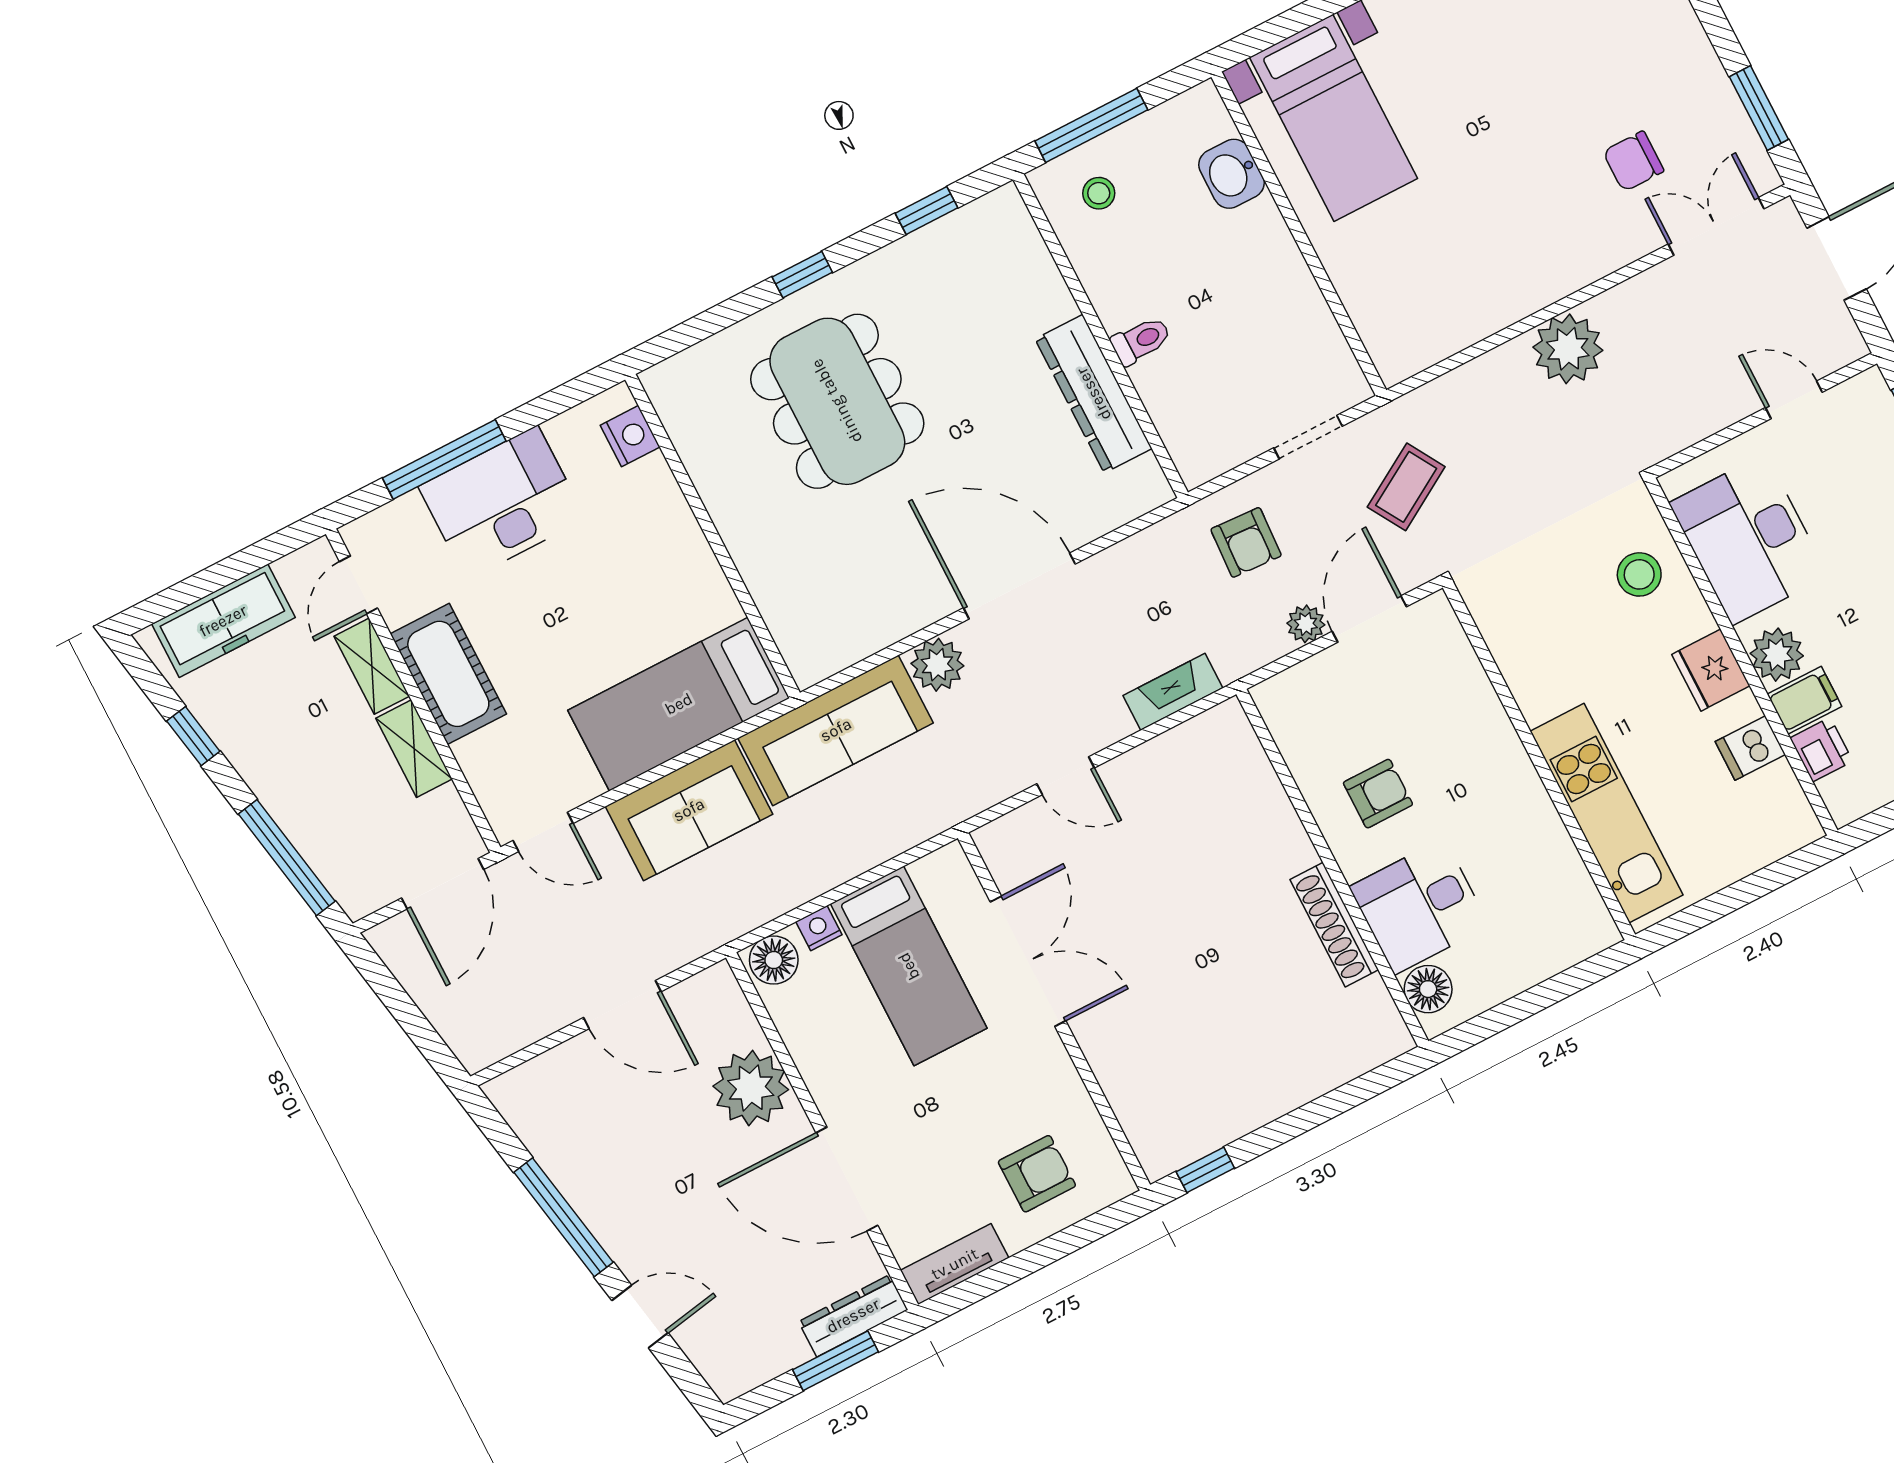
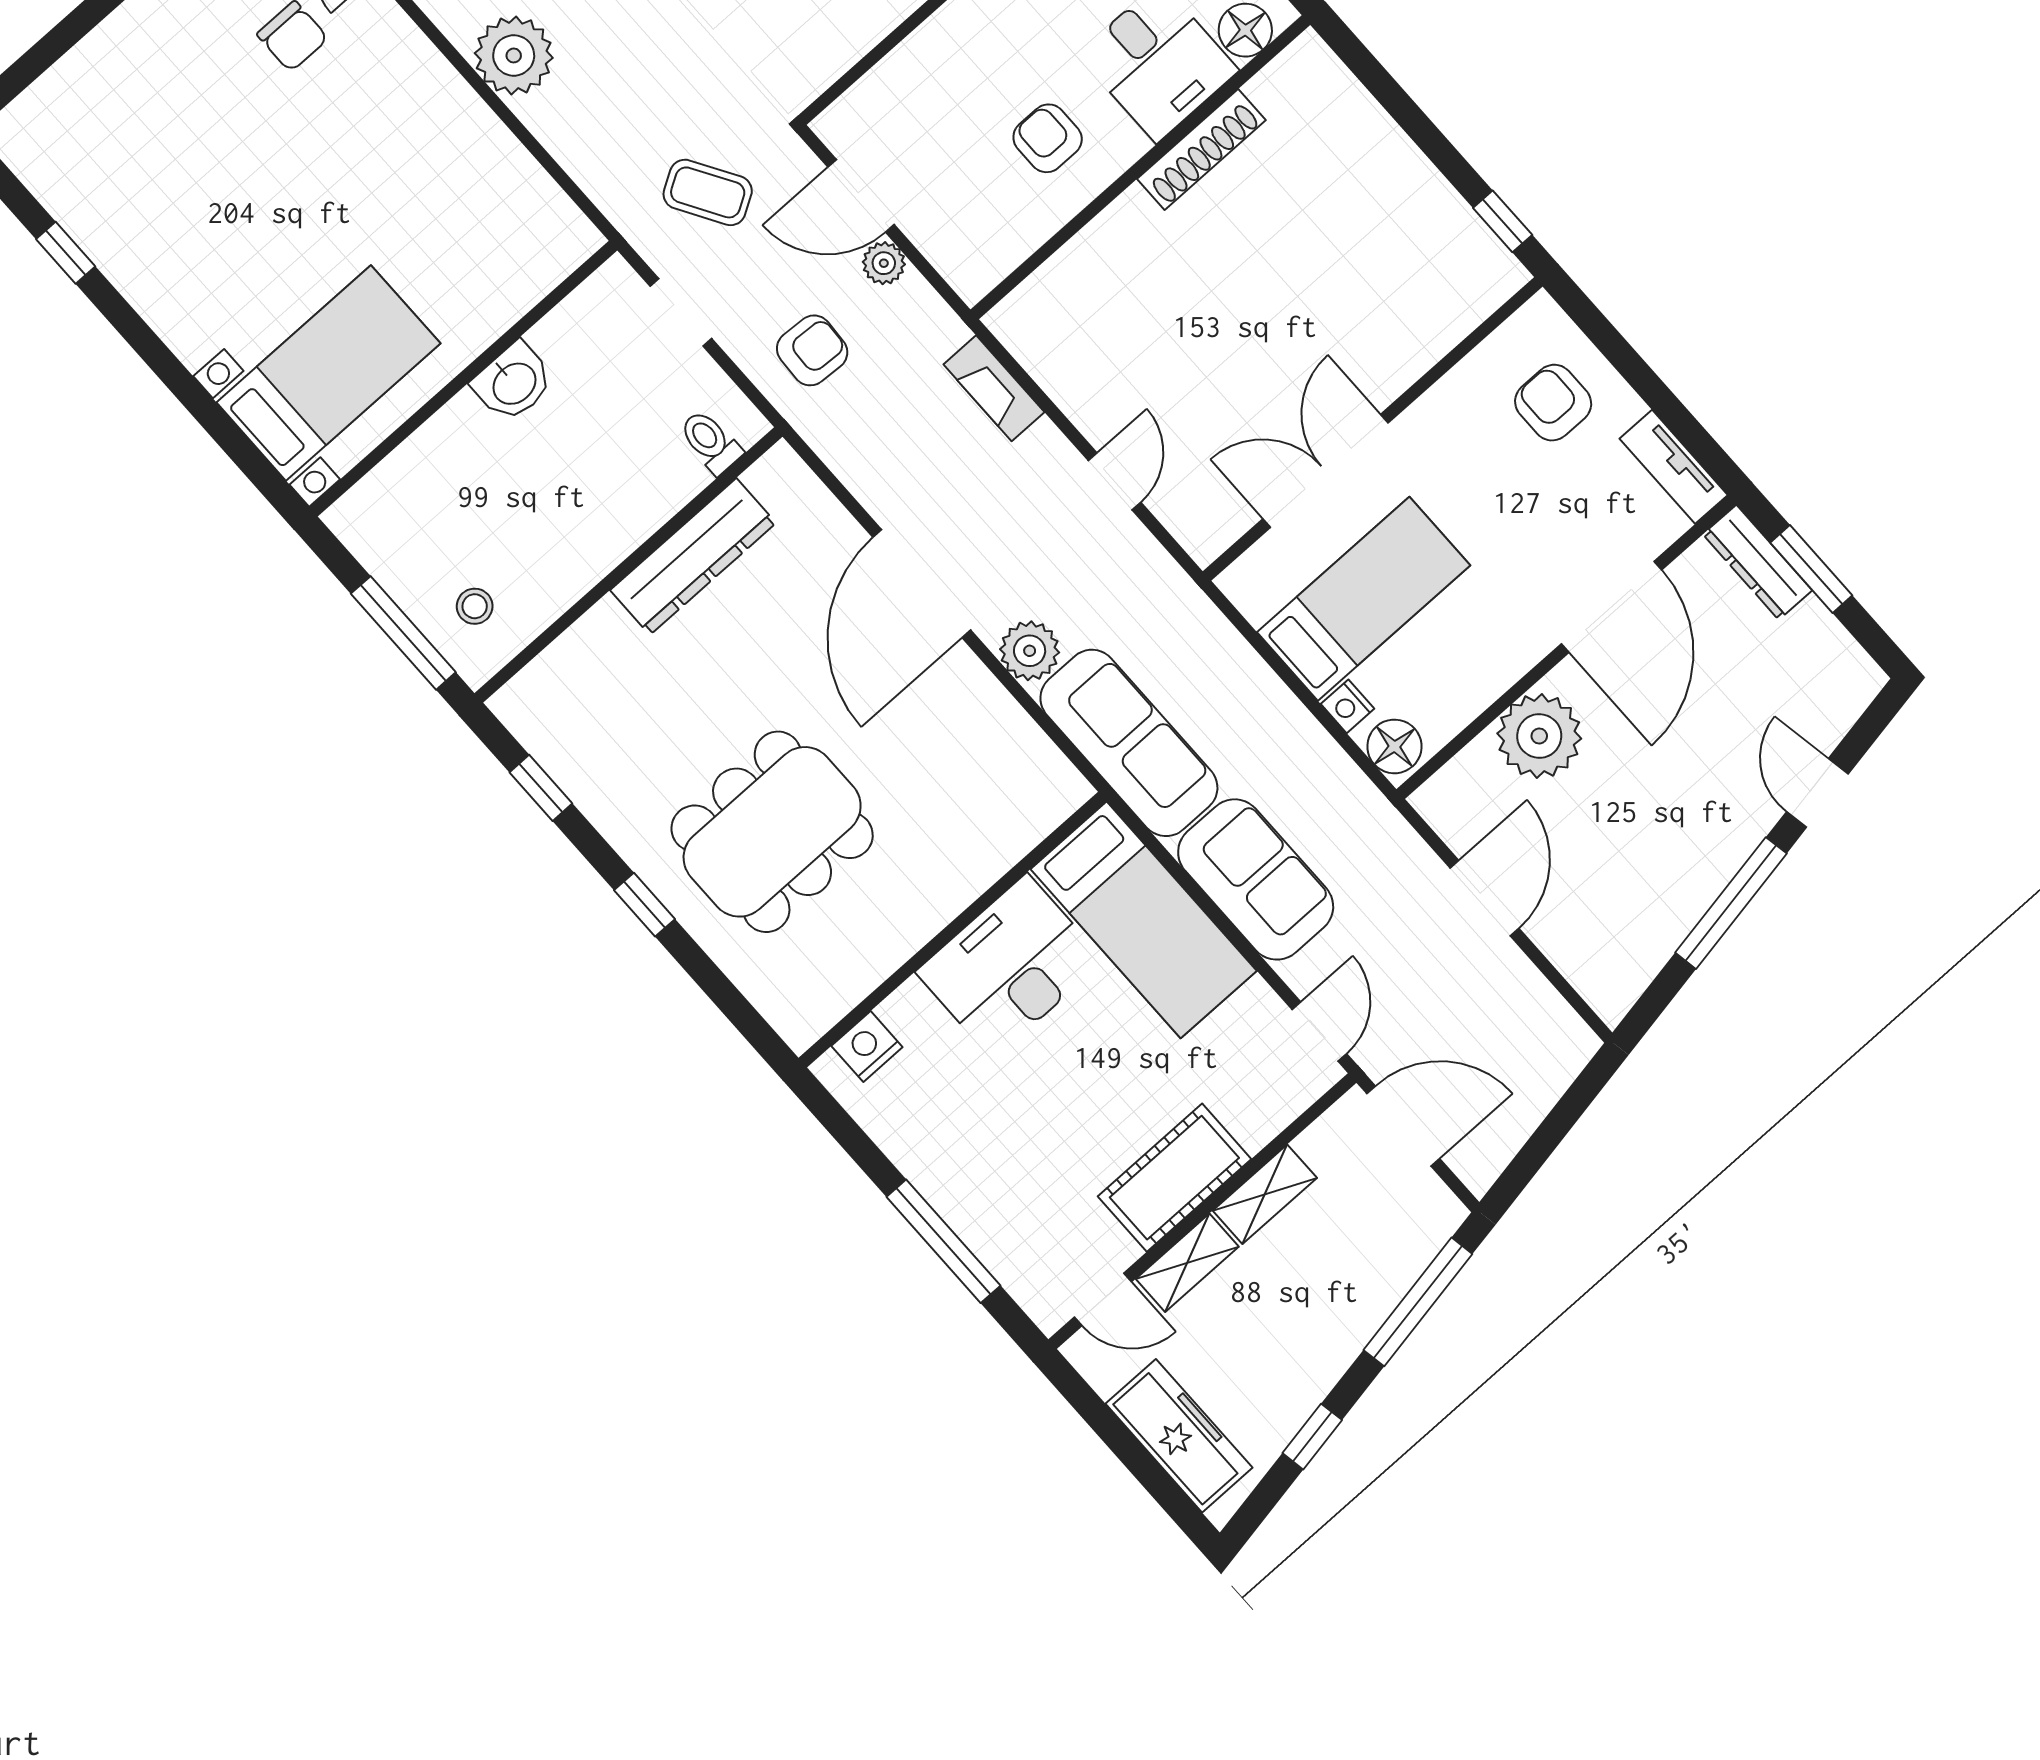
washbasin: (1231, 174) -> (513, 382), moved
toilet: (1141, 341) -> (710, 442), moved
desk: (502, 503) -> (1010, 966), moved, turned 90

